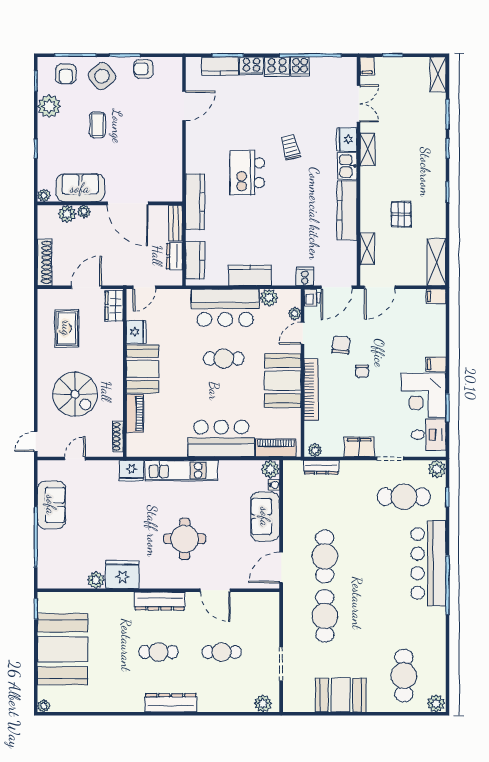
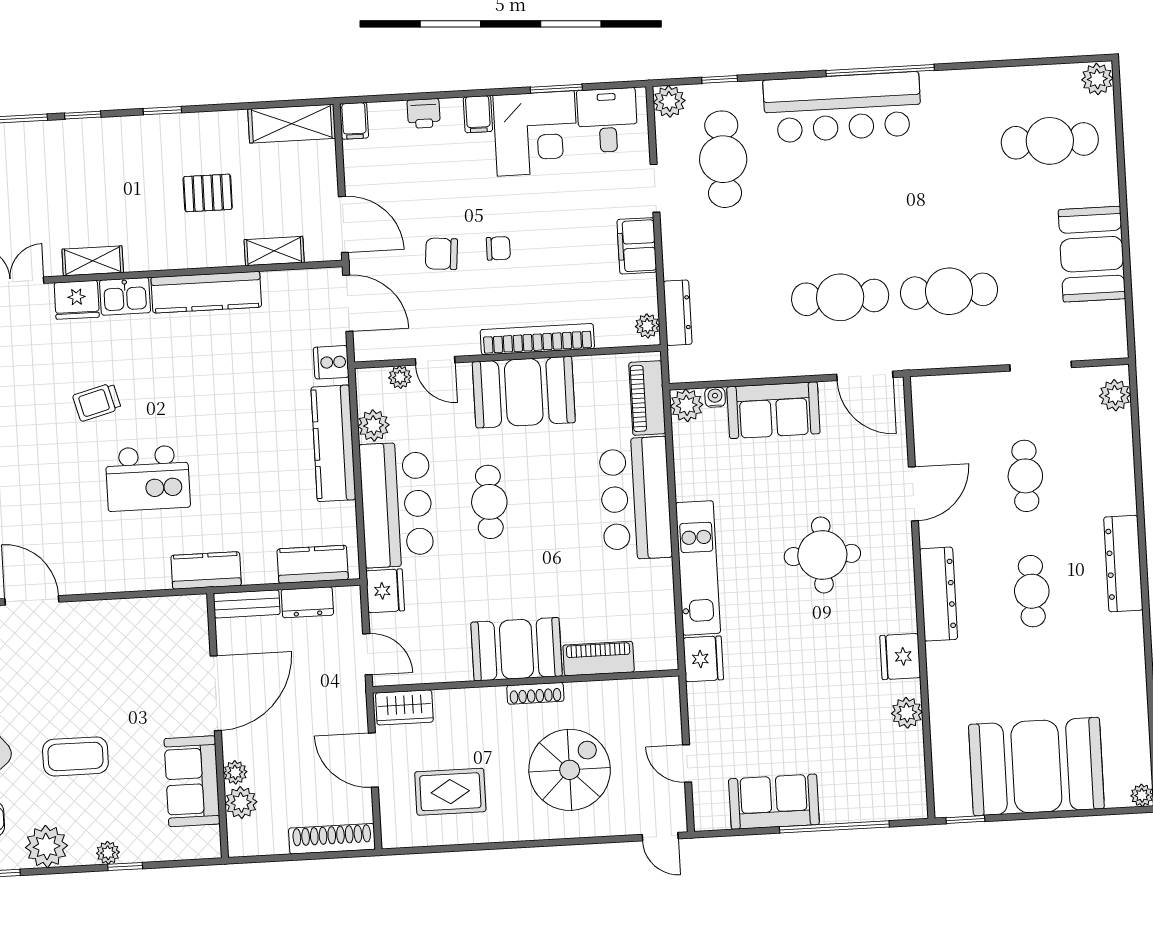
coffee table: (97, 125) -> (75, 756), width x1.36, depth x1.30
plant: (44, 195) -> (108, 853), moved
kitchen counter: (195, 202) -> (206, 570), width x0.67
kitchen counter: (250, 275) -> (333, 443), width x1.50
printer: (312, 298) -> (424, 113), moved, turned 180
fridge: (136, 332) -> (385, 591), moved, turned 90
chair: (341, 345) -> (441, 254), moved
shoe rack: (118, 437) -> (535, 693), moved
fridge: (122, 575) -> (900, 657), width x0.73, depth x0.75

